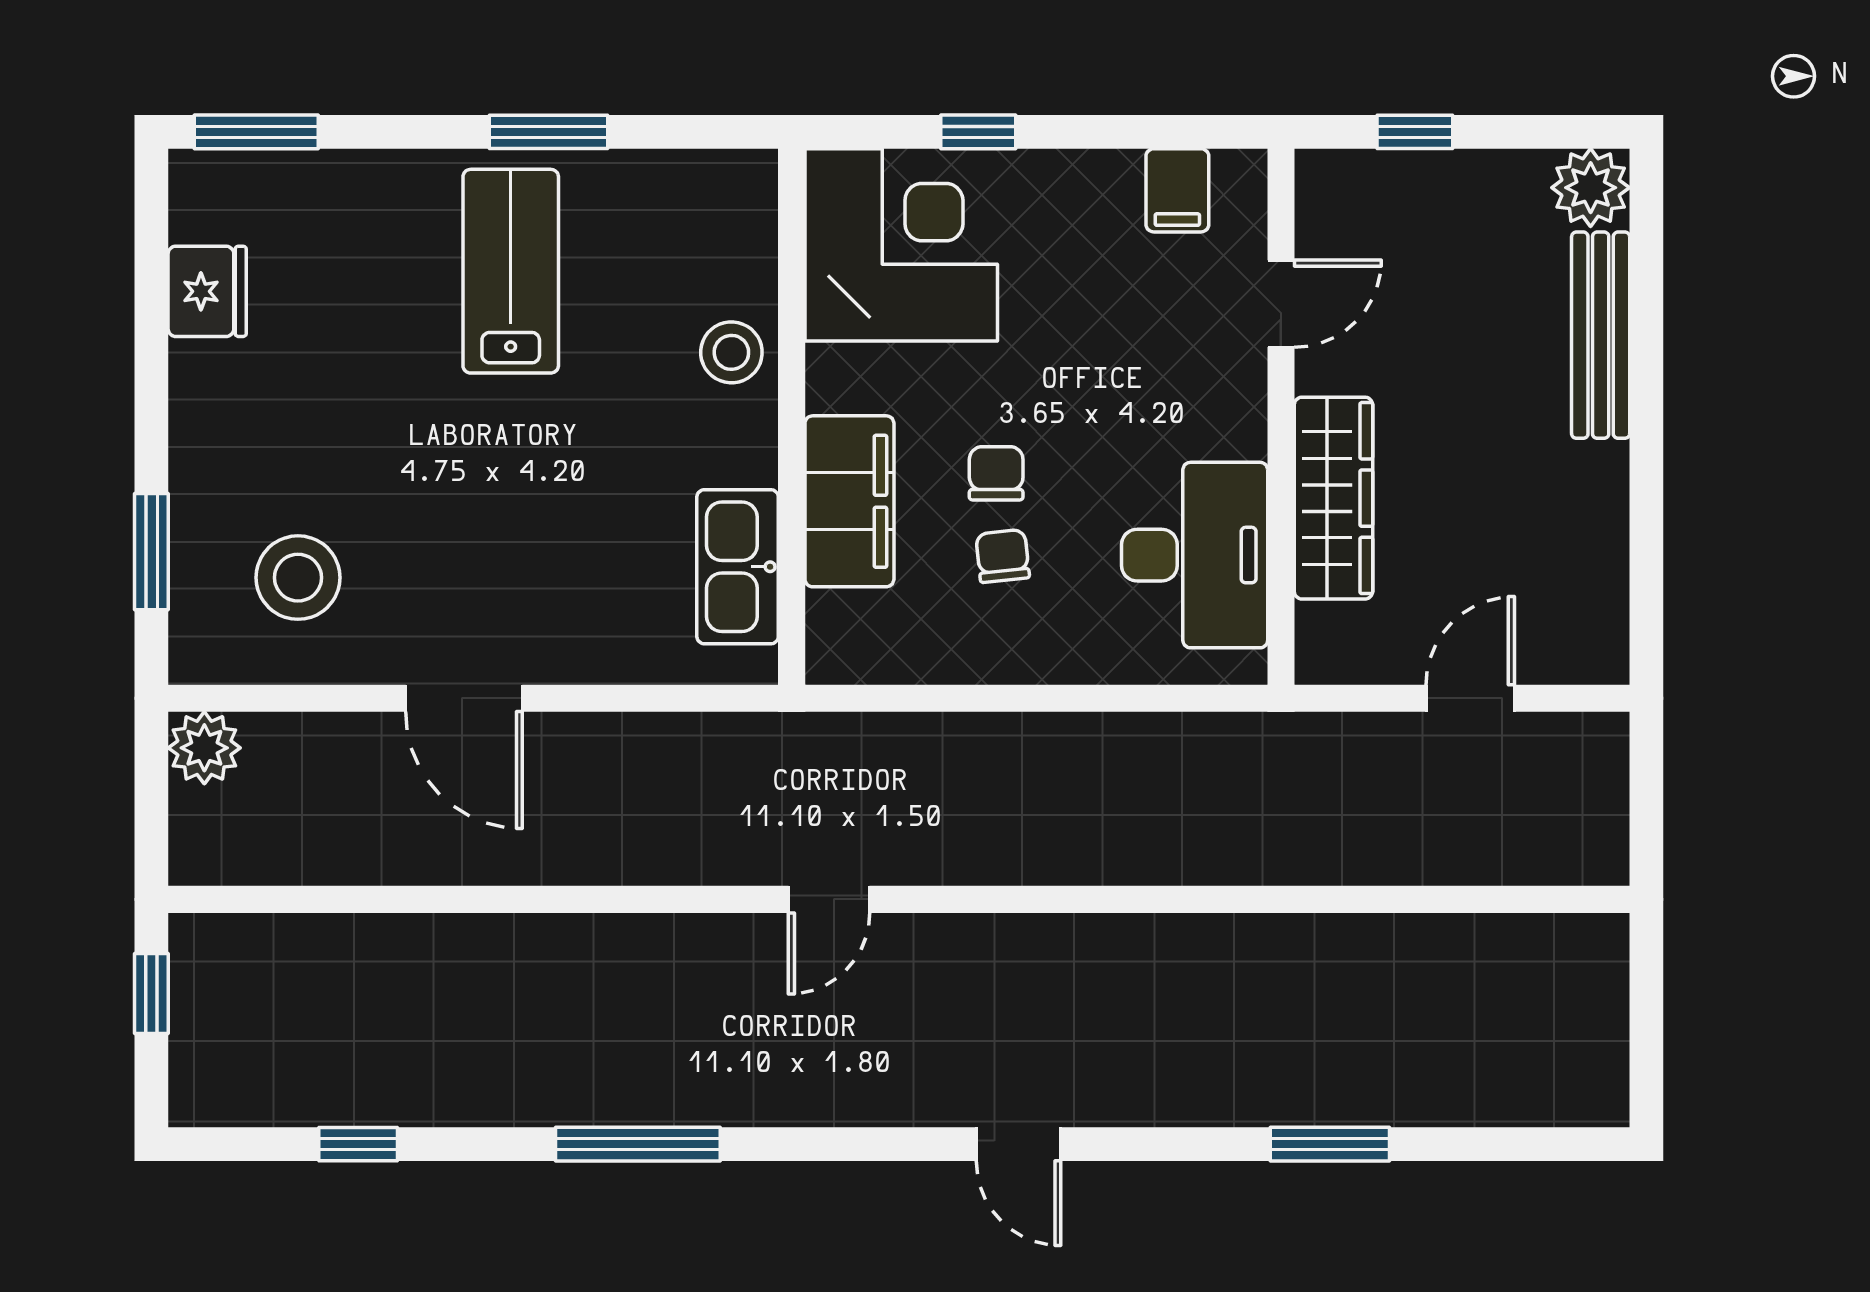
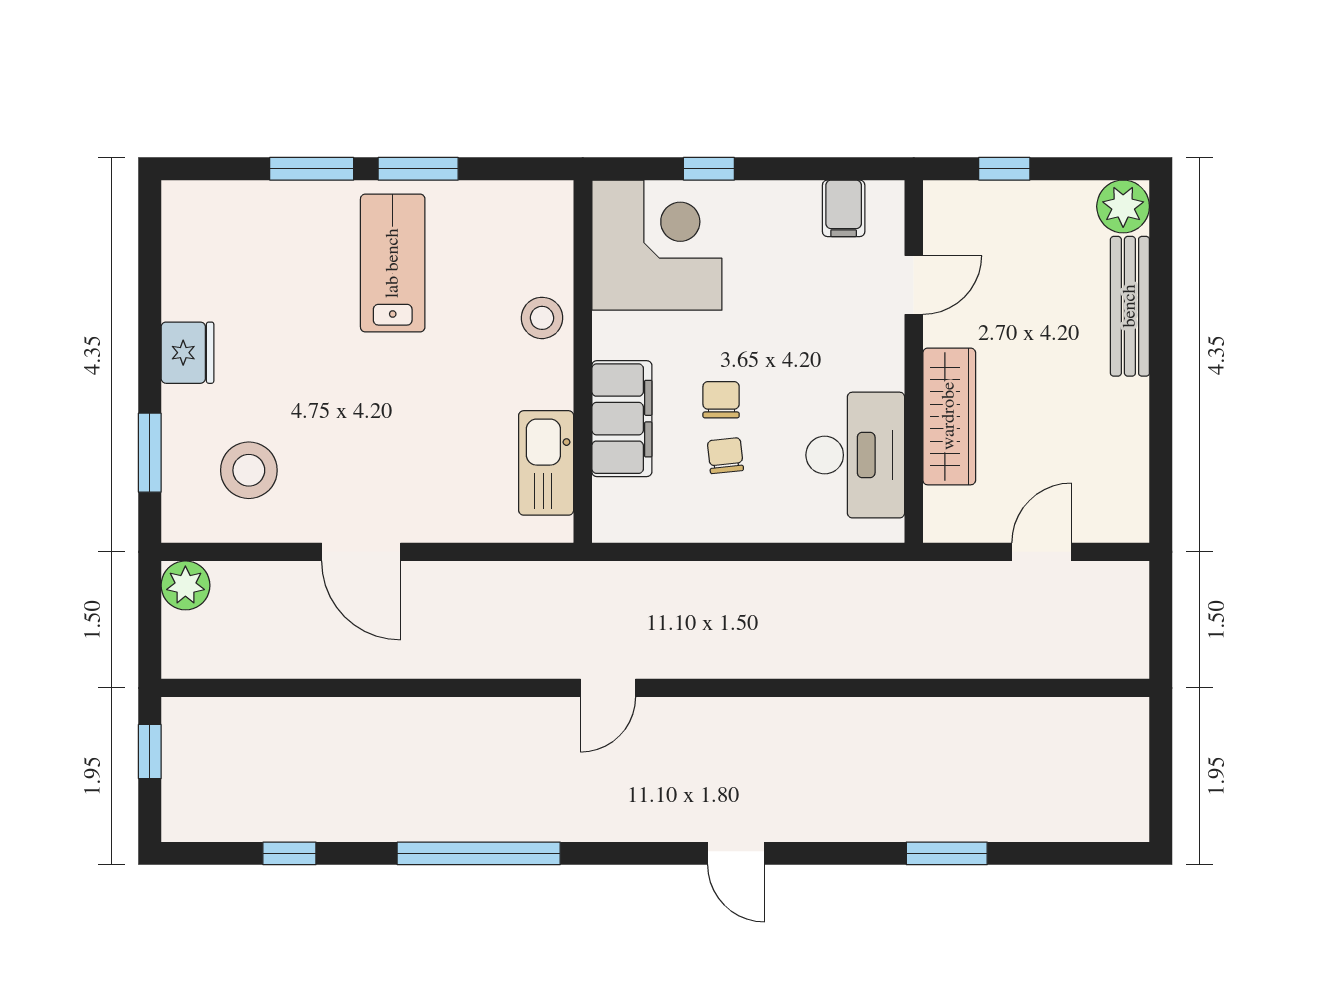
window: (256, 132) -> (312, 169), moved
fridge: (207, 291) -> (187, 353), moved
window: (638, 1144) -> (479, 853), width x1.46

